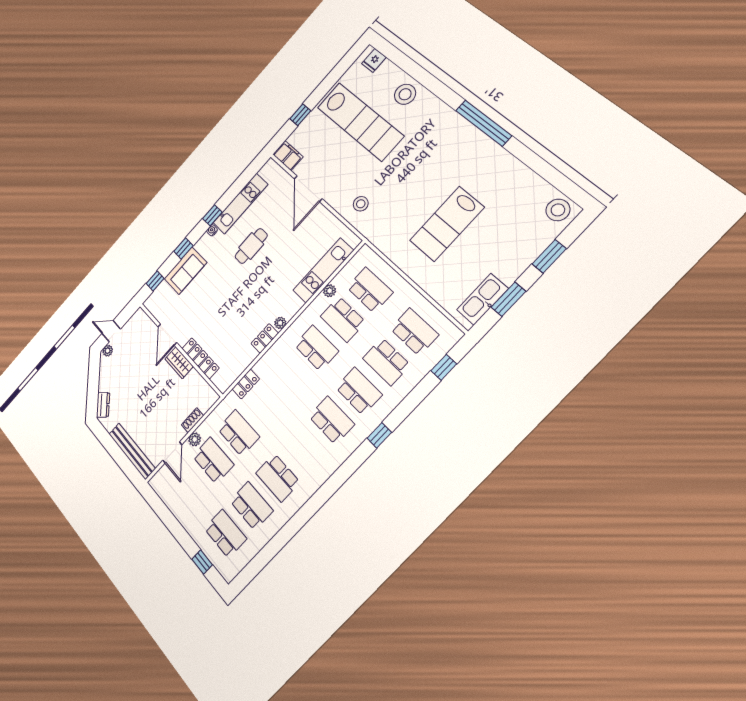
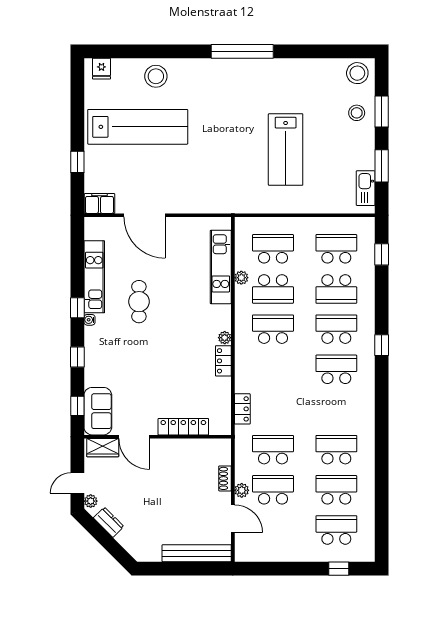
stool: (361, 204) -> (357, 113), moved
sofa: (185, 271) -> (98, 411), moved
kitchen sink: (482, 299) -> (366, 188), width x0.73, depth x0.81
wardrobe: (179, 363) -> (103, 448), moved
dresser: (103, 405) -> (109, 522), moved
school desk: (278, 478) -> (336, 450), turned 180

